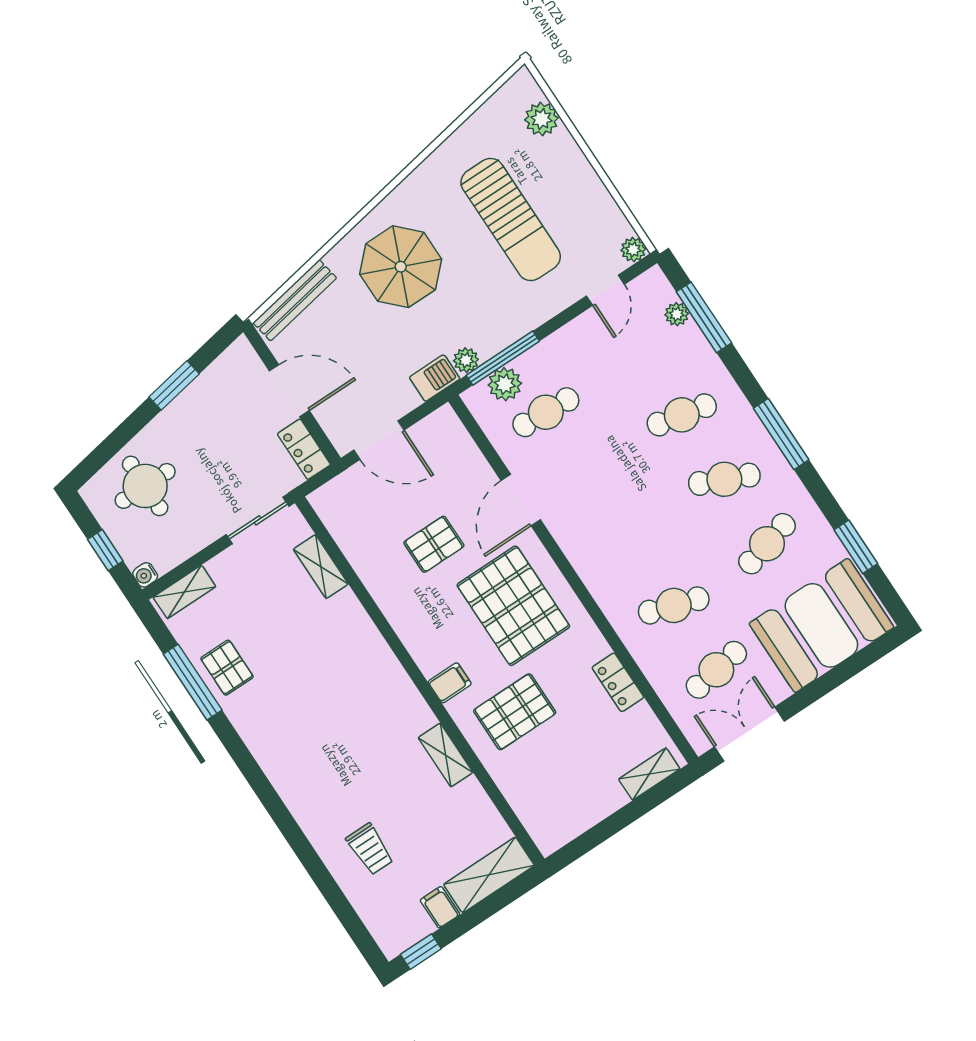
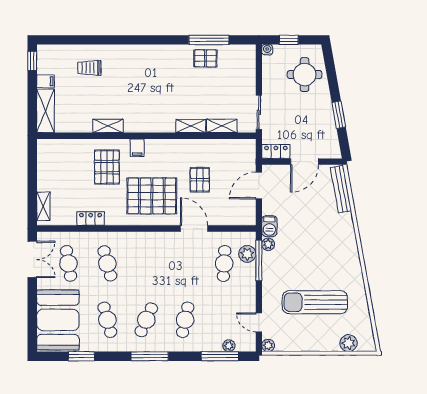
parasol: (401, 267) -> (326, 243), removed
shelving: (184, 592) -> (191, 126), moved, turned 90
cafe table: (674, 605) -> (107, 263), turned -33

